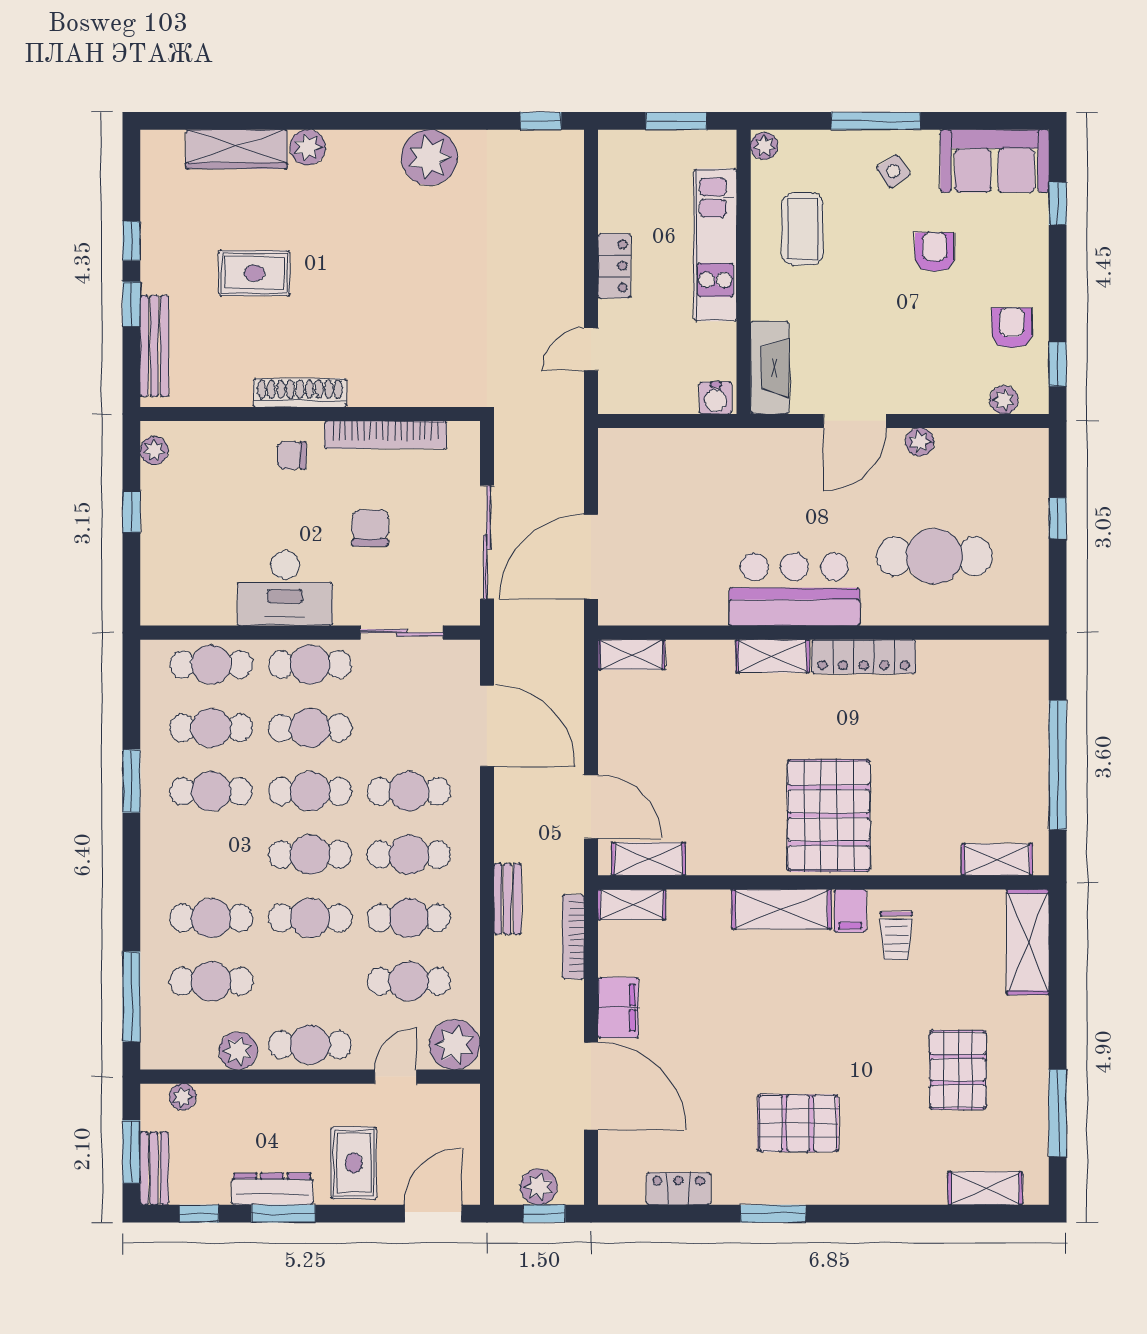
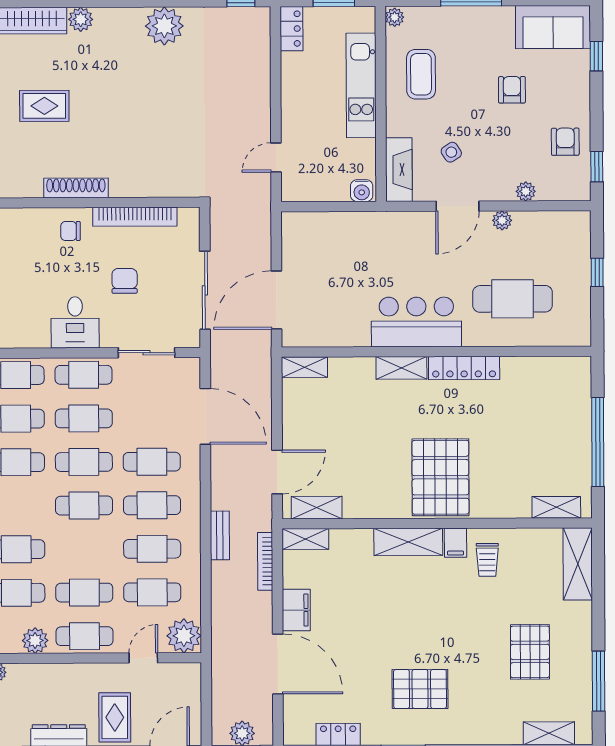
side table: (893, 171) -> (451, 152), moved
locker: (614, 266) -> (292, 29), moved
plant: (1004, 400) -> (526, 191), moved
desk: (285, 588) -> (75, 322), width x0.73
door: (591, 807) -> (277, 472), hinge flipped
cafe table: (310, 918) -> (84, 593), moved

